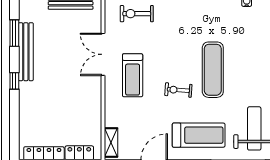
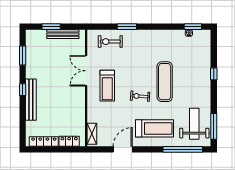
bench: (26, 52) -> (31, 100), moved

